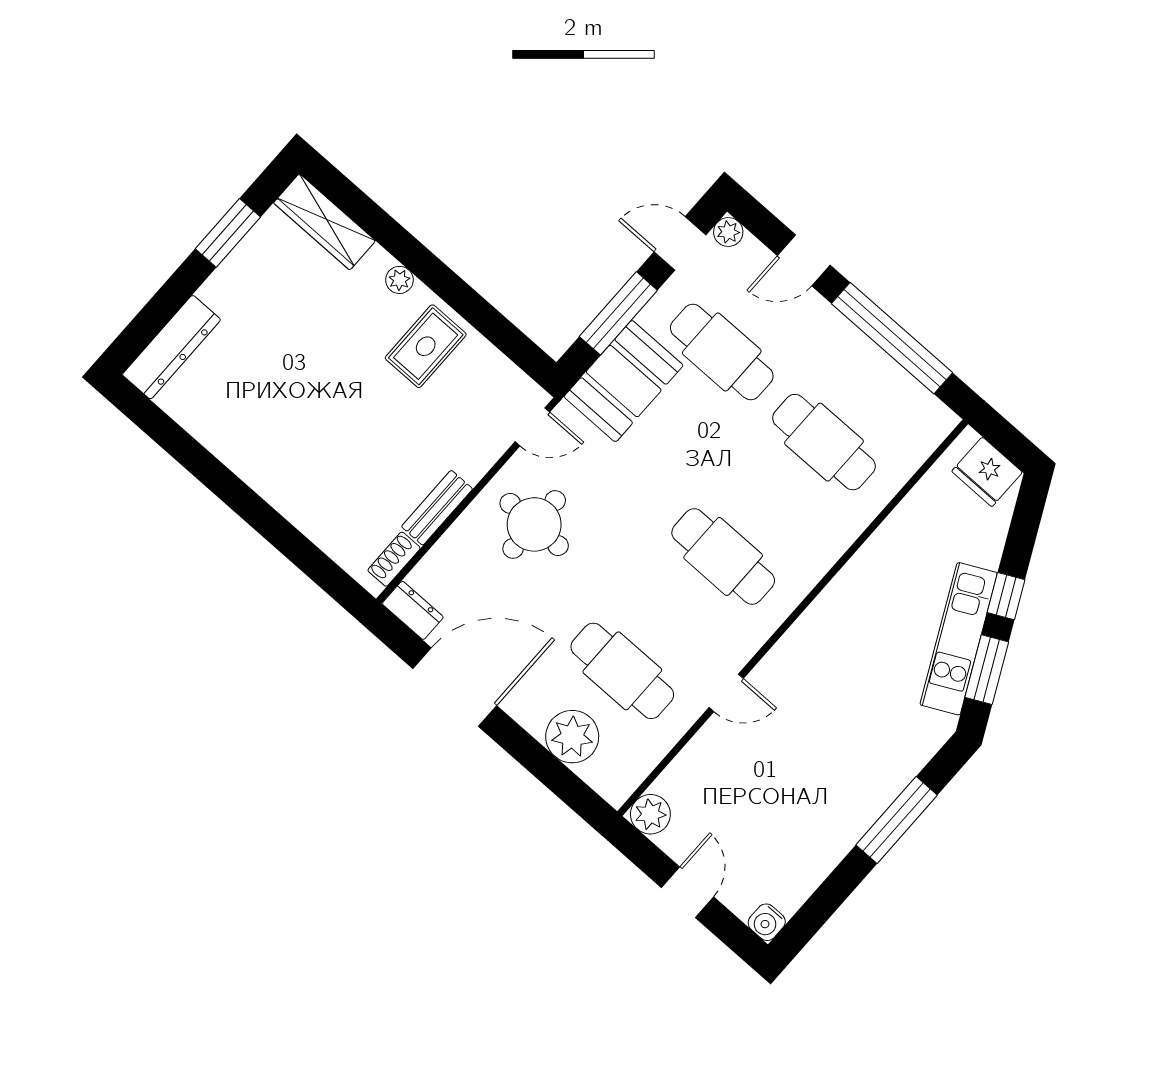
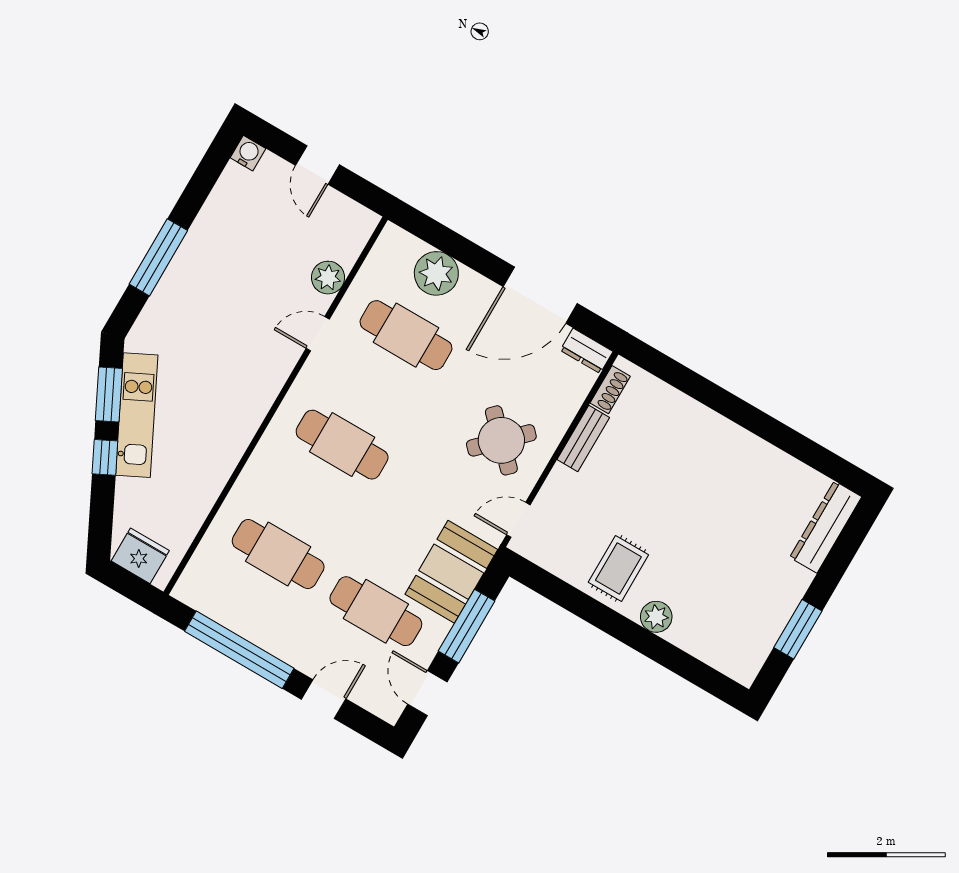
wardrobe: (324, 222) -> (721, 654), removed
plant: (728, 232) -> (390, 710), removed
door: (680, 243) -> (427, 693), swing flipped
plant: (399, 280) -> (656, 617), width x1.38, depth x1.38
round table: (534, 524) -> (501, 440), turned 45
plant: (650, 814) -> (328, 278), moved

